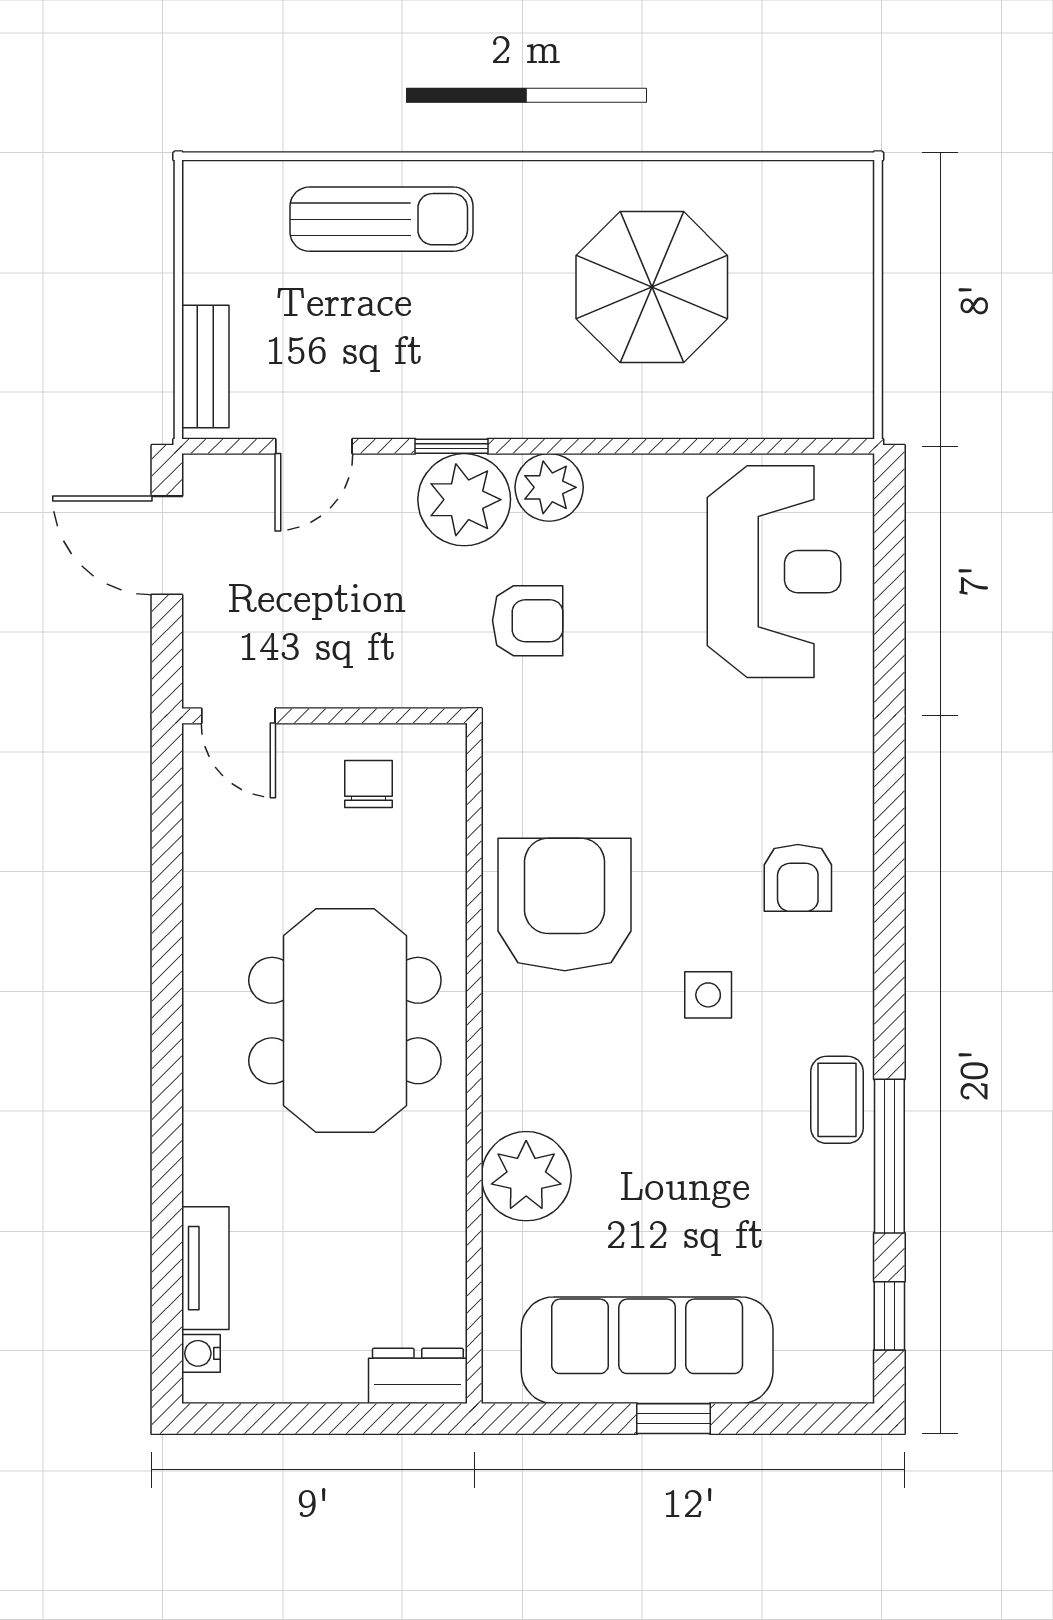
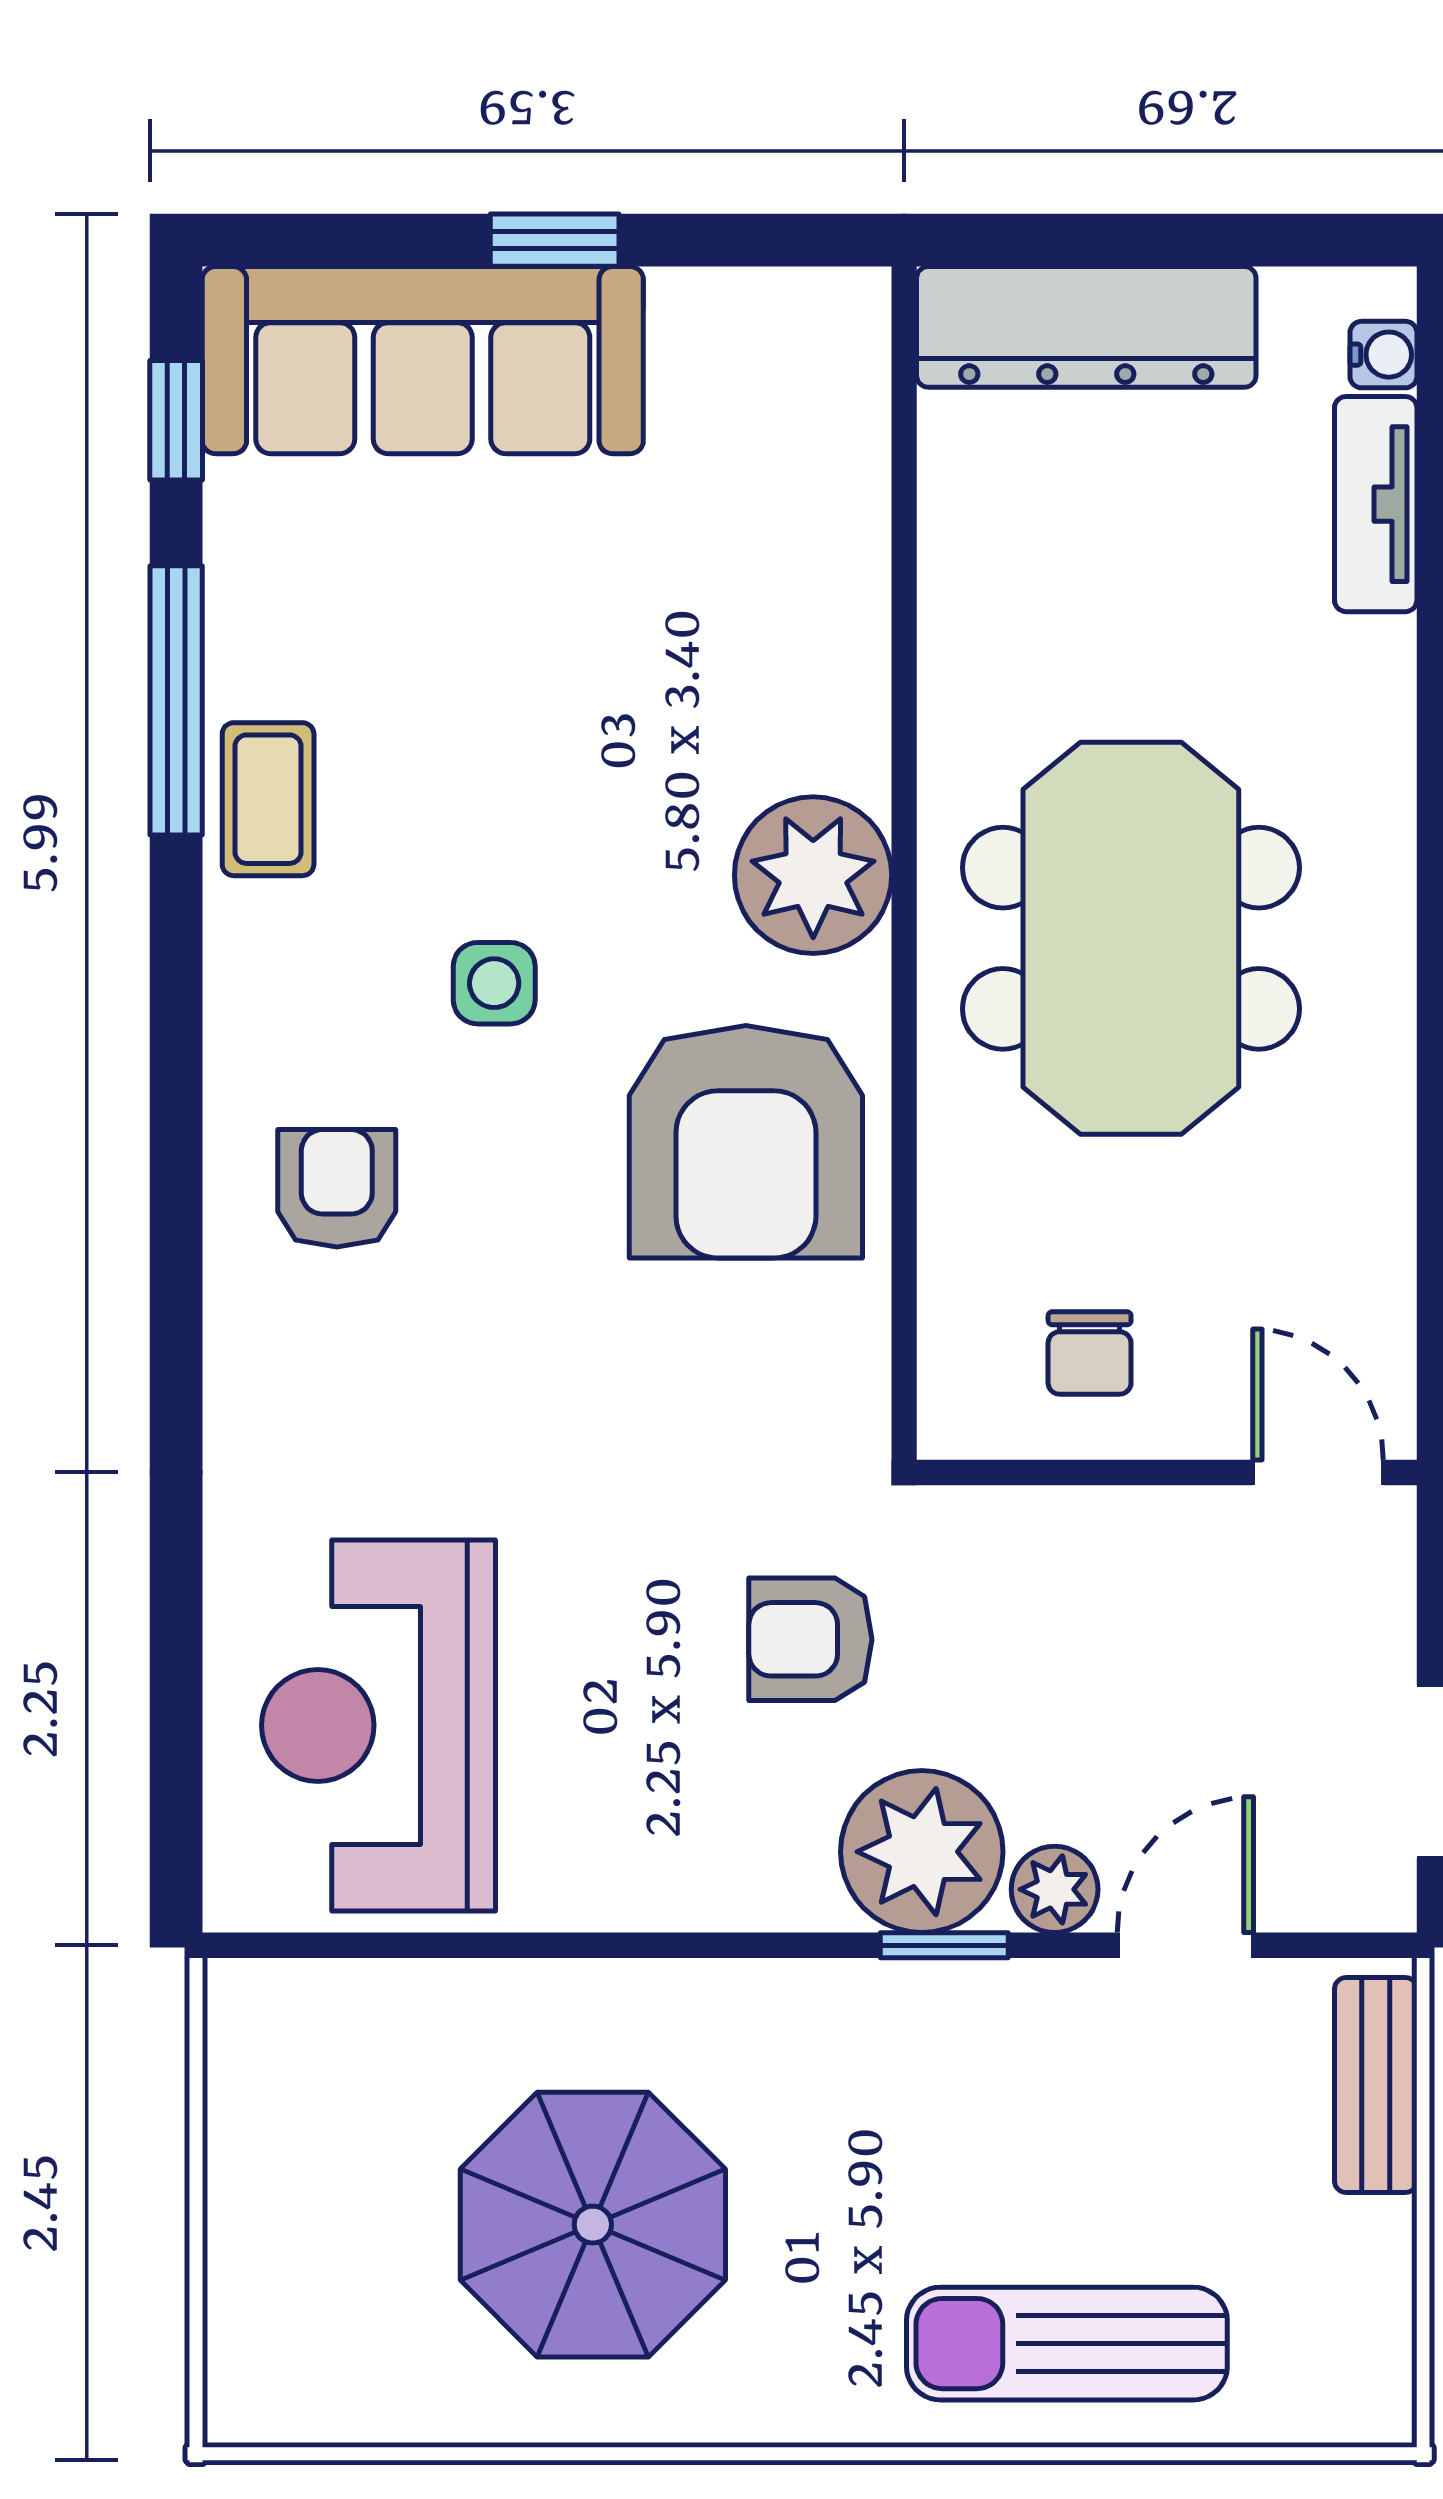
plant: (549, 487) -> (1055, 1889), moved, width x0.73, depth x0.73
plant: (526, 1176) -> (813, 875), moved
sofa: (647, 1350) -> (423, 360), moved
dresser: (418, 1376) -> (1086, 327), width x1.96, depth x1.24

